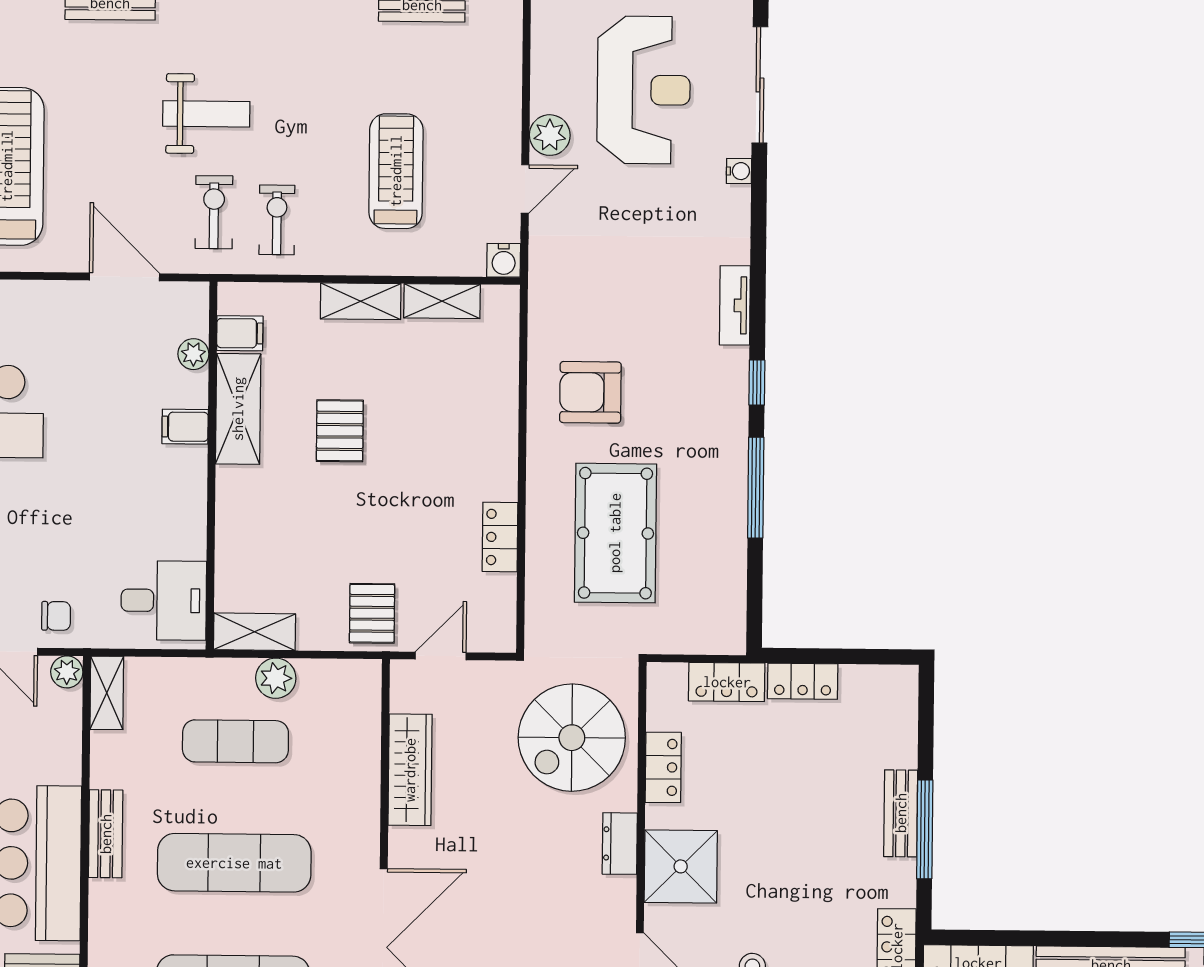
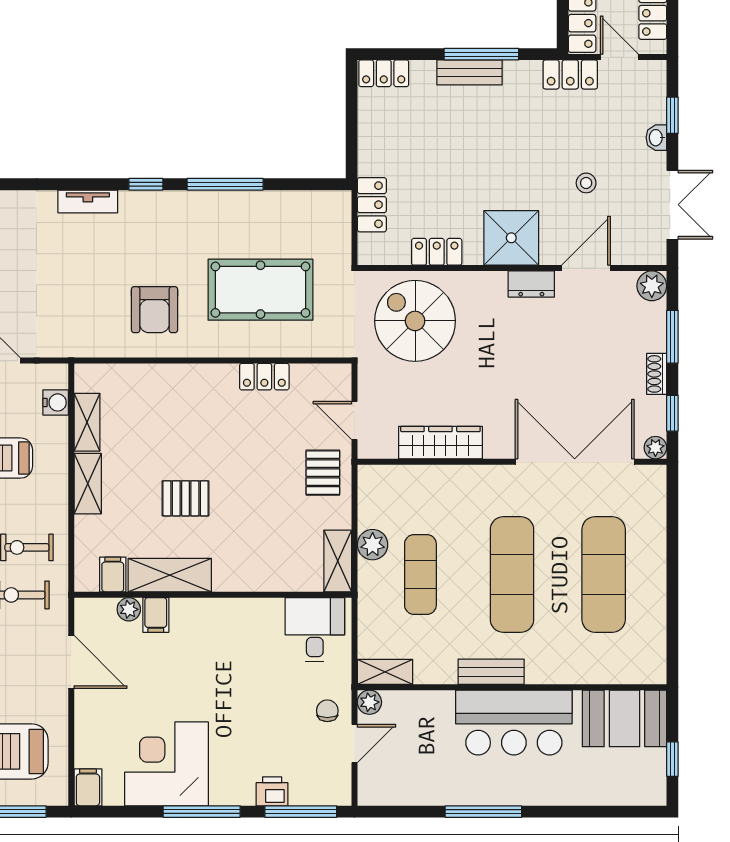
water cooler: (504, 260) -> (56, 402), moved
door: (124, 277) -> (71, 662), swing flipped
filing cabinet: (185, 427) -> (156, 615), moved
pallet: (372, 613) -> (323, 473), turned 90
locker: (803, 681) -> (384, 73), moved, turned 90
spiral stairs: (572, 738) -> (415, 321), turned 180
dresser: (620, 844) -> (531, 284), moved

